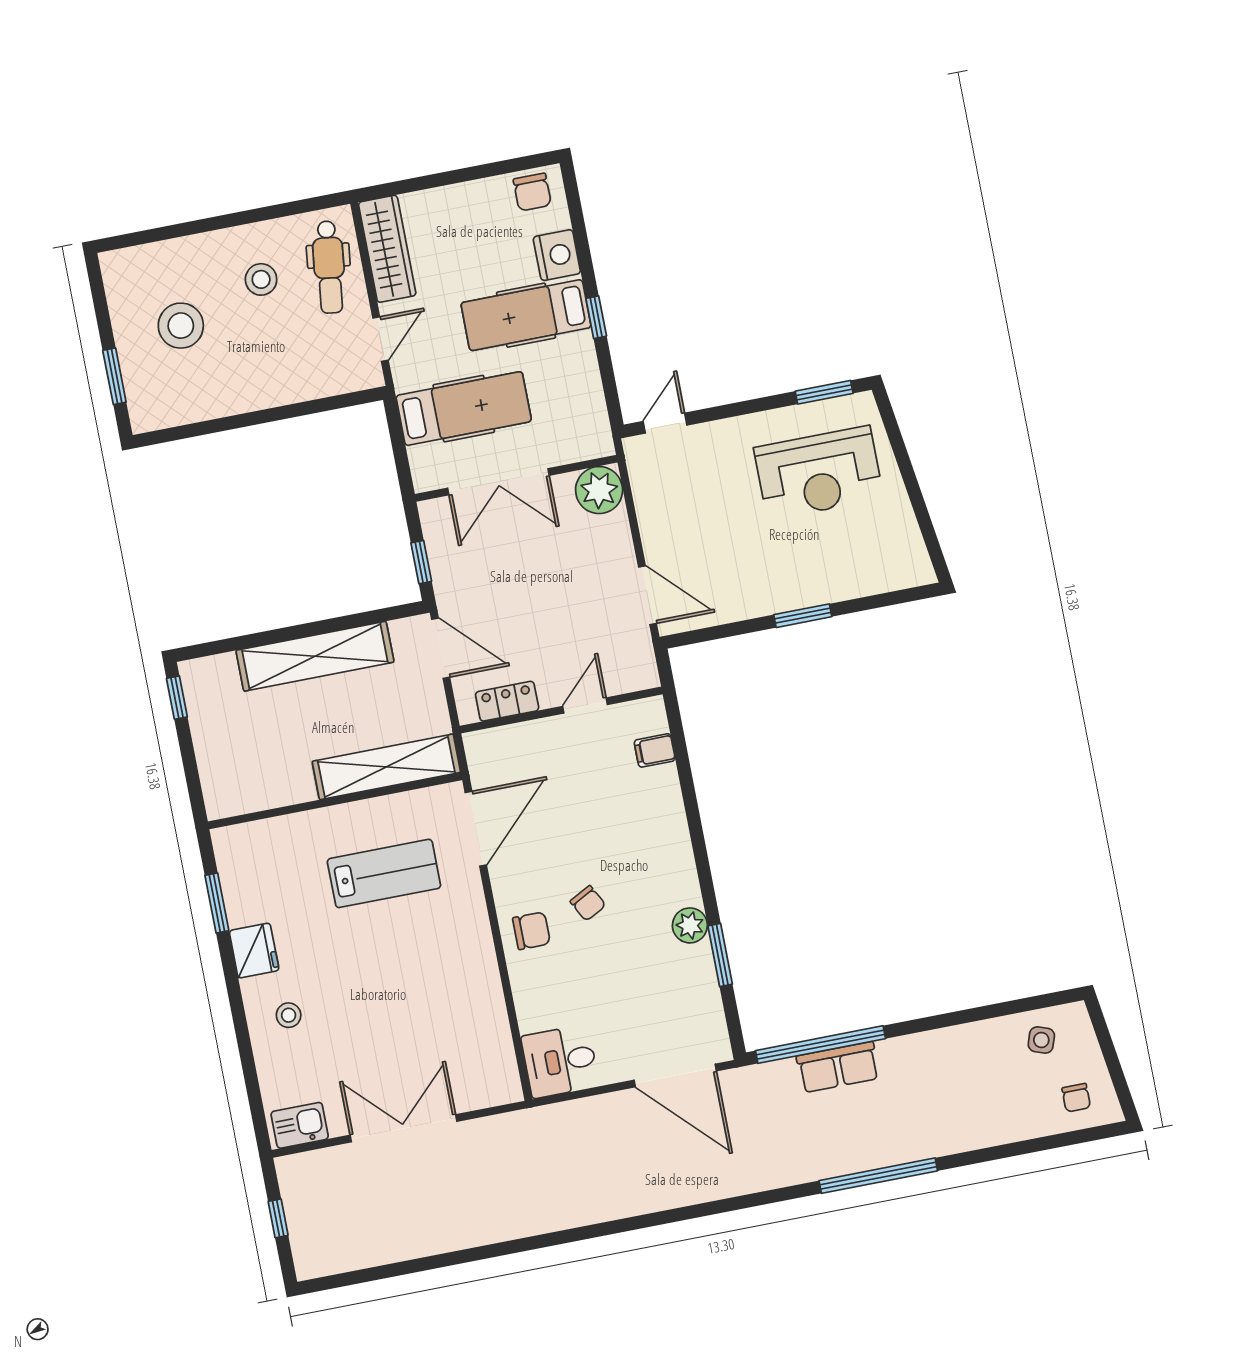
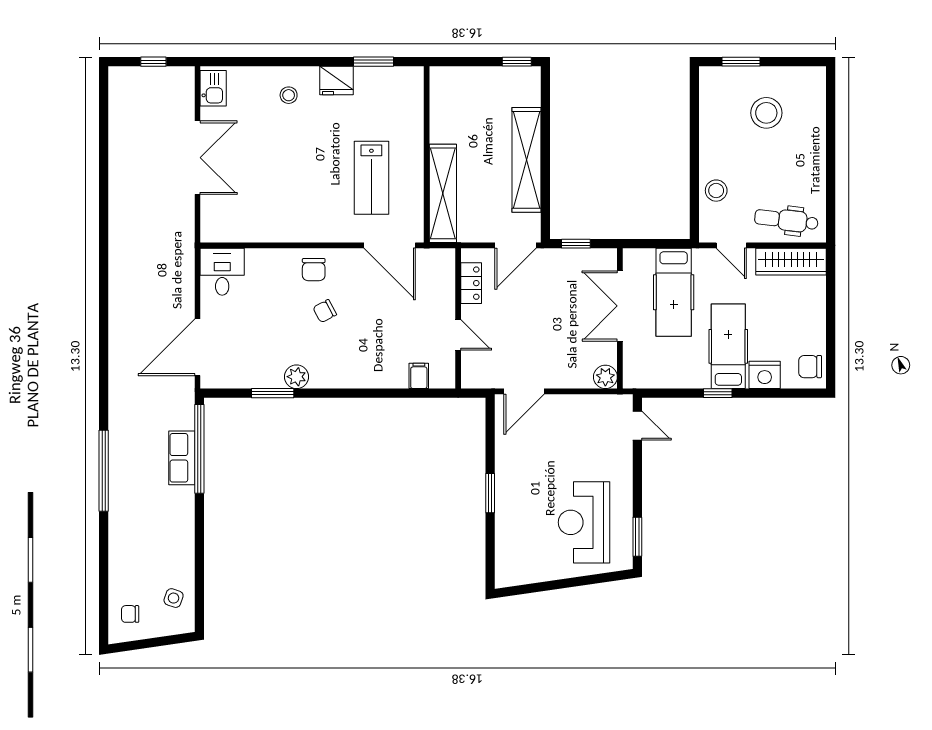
stool: (261, 279) -> (716, 191), moved
plant: (599, 490) -> (605, 377), width x0.73, depth x0.73

